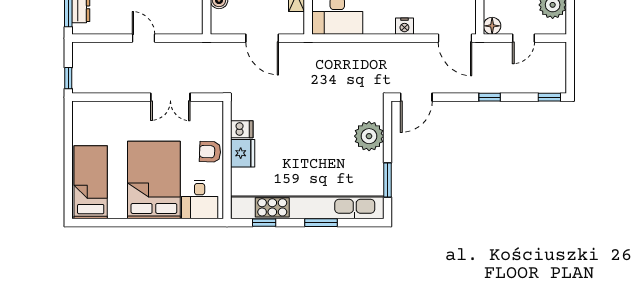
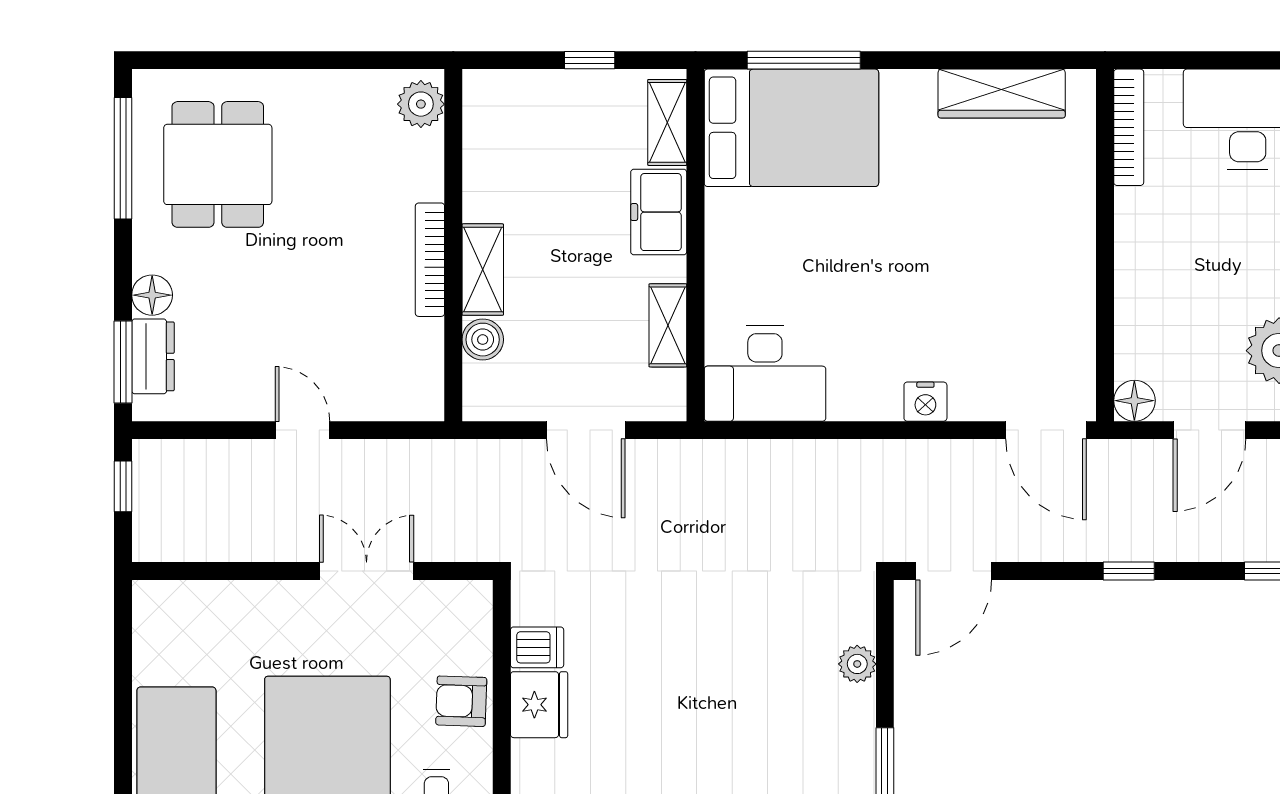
door: (523, 38) -> (1209, 430), width x1.38
window: (68, 78) -> (123, 486), moved
double door: (170, 97) -> (367, 571), swing flipped
plant: (369, 136) -> (857, 664), width x0.53, depth x0.53

